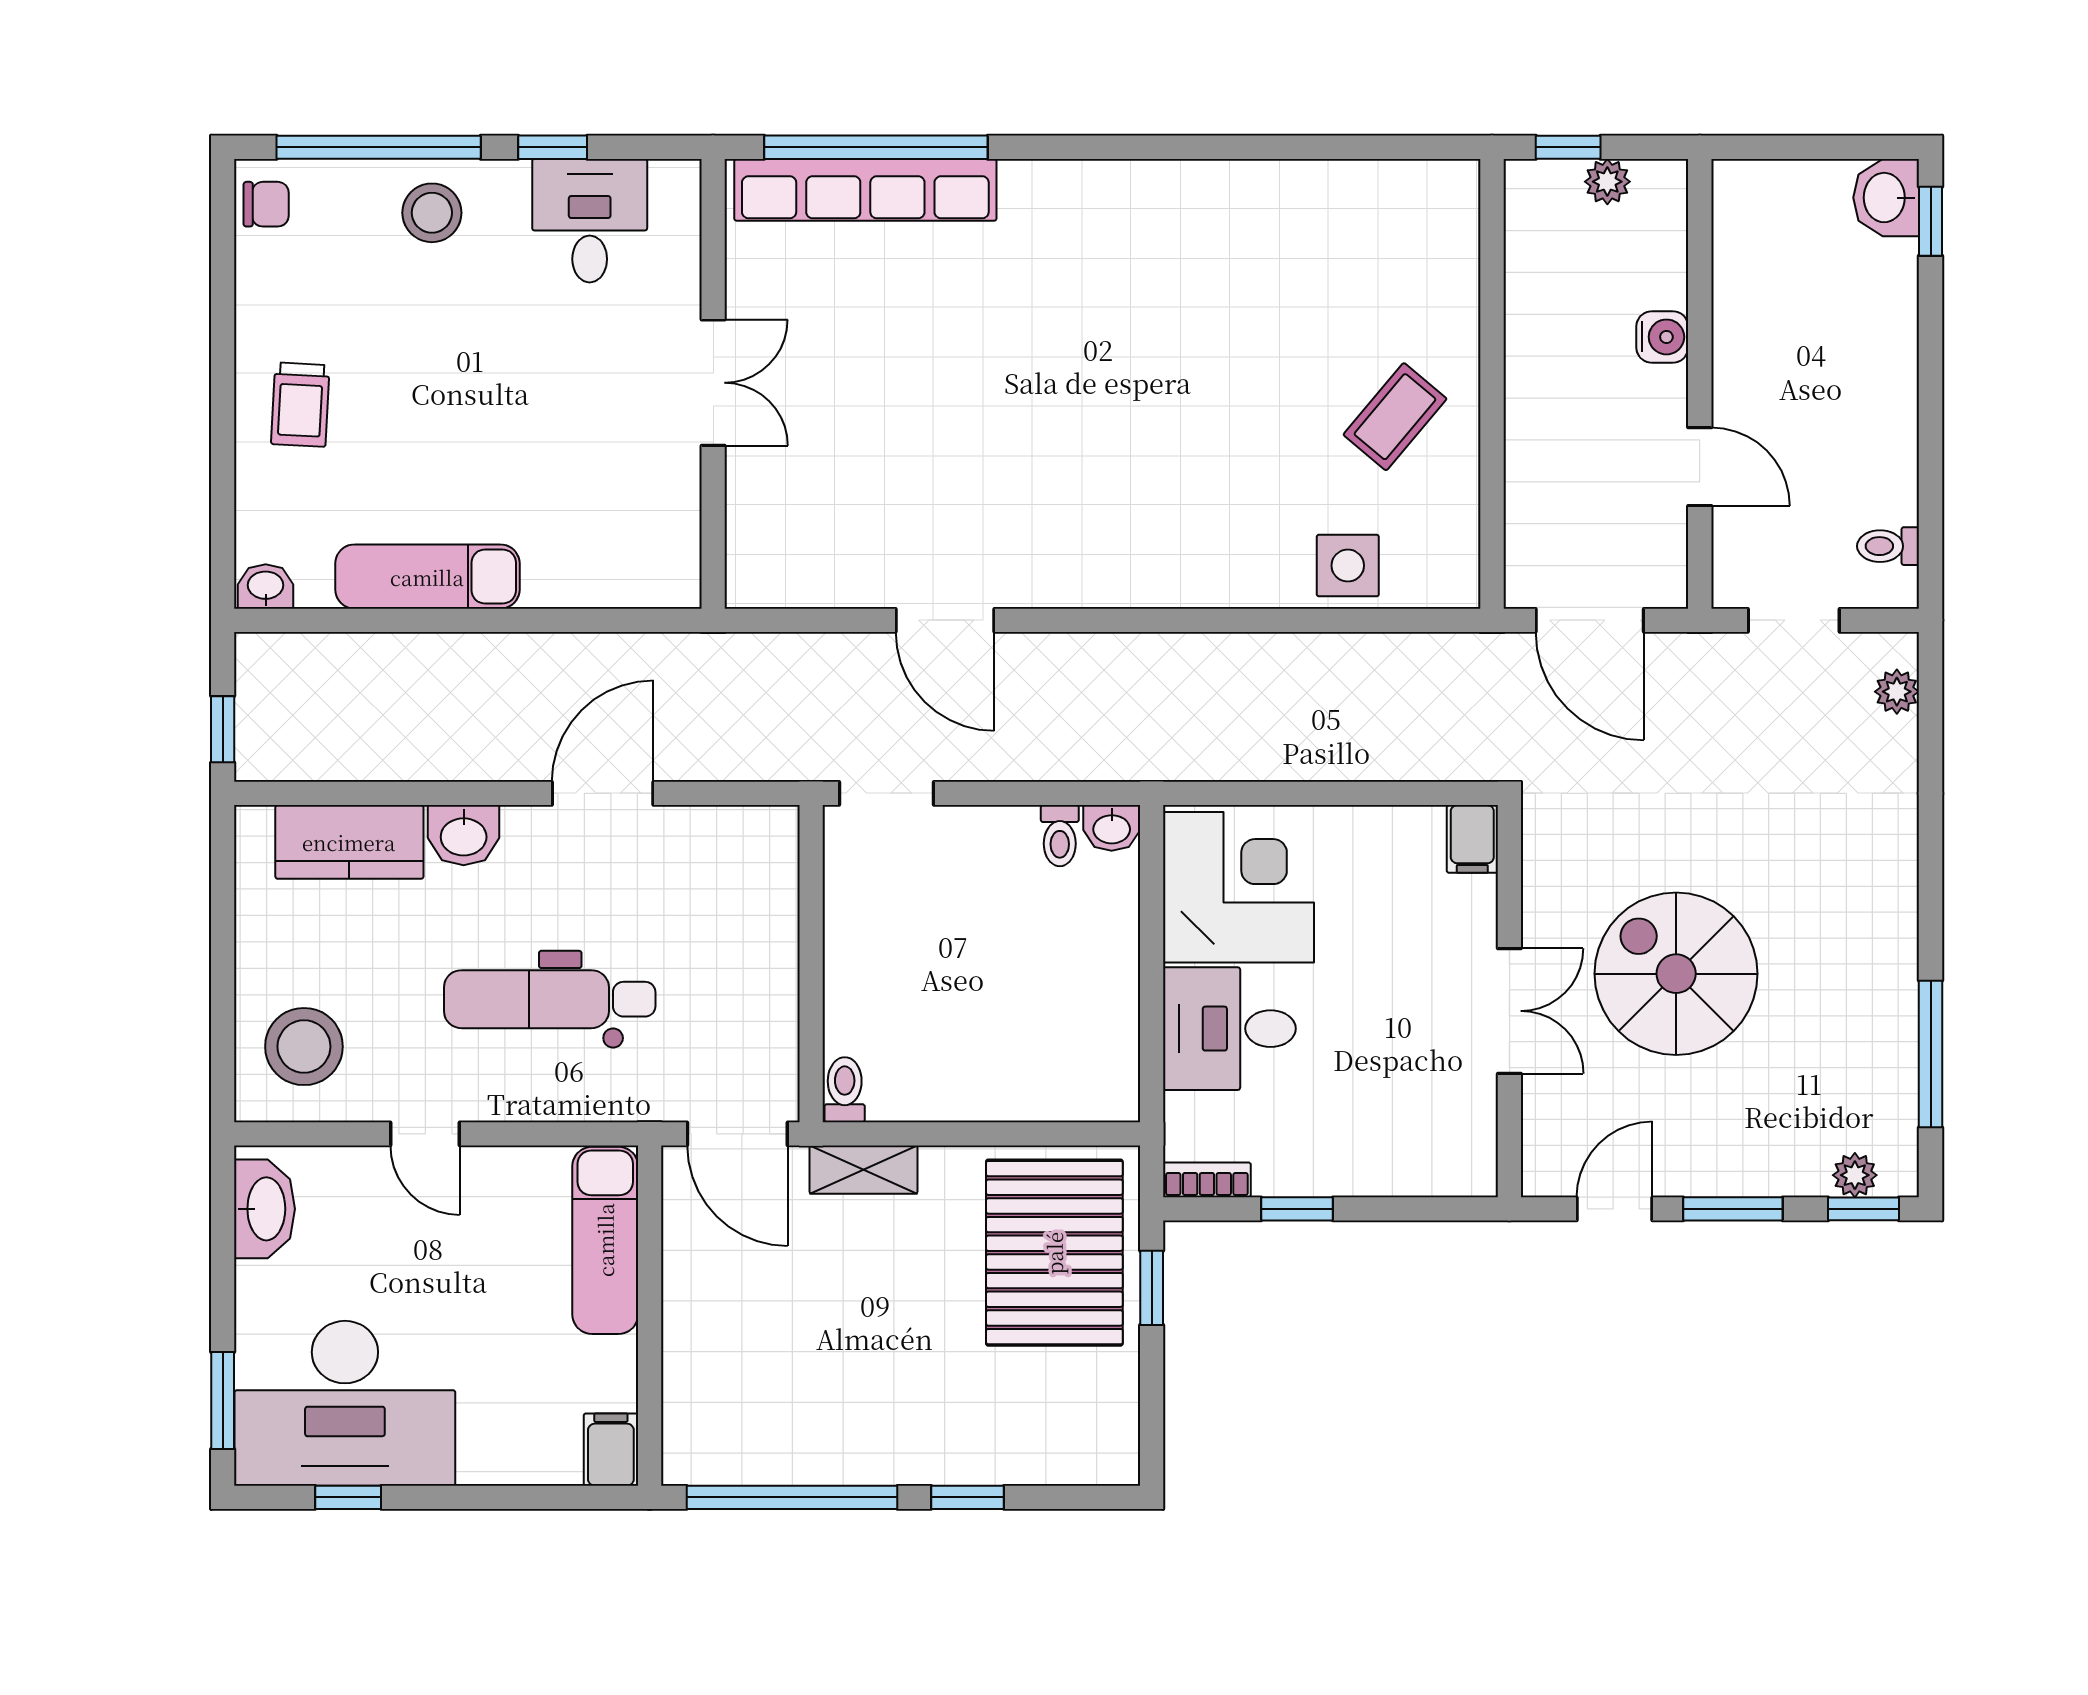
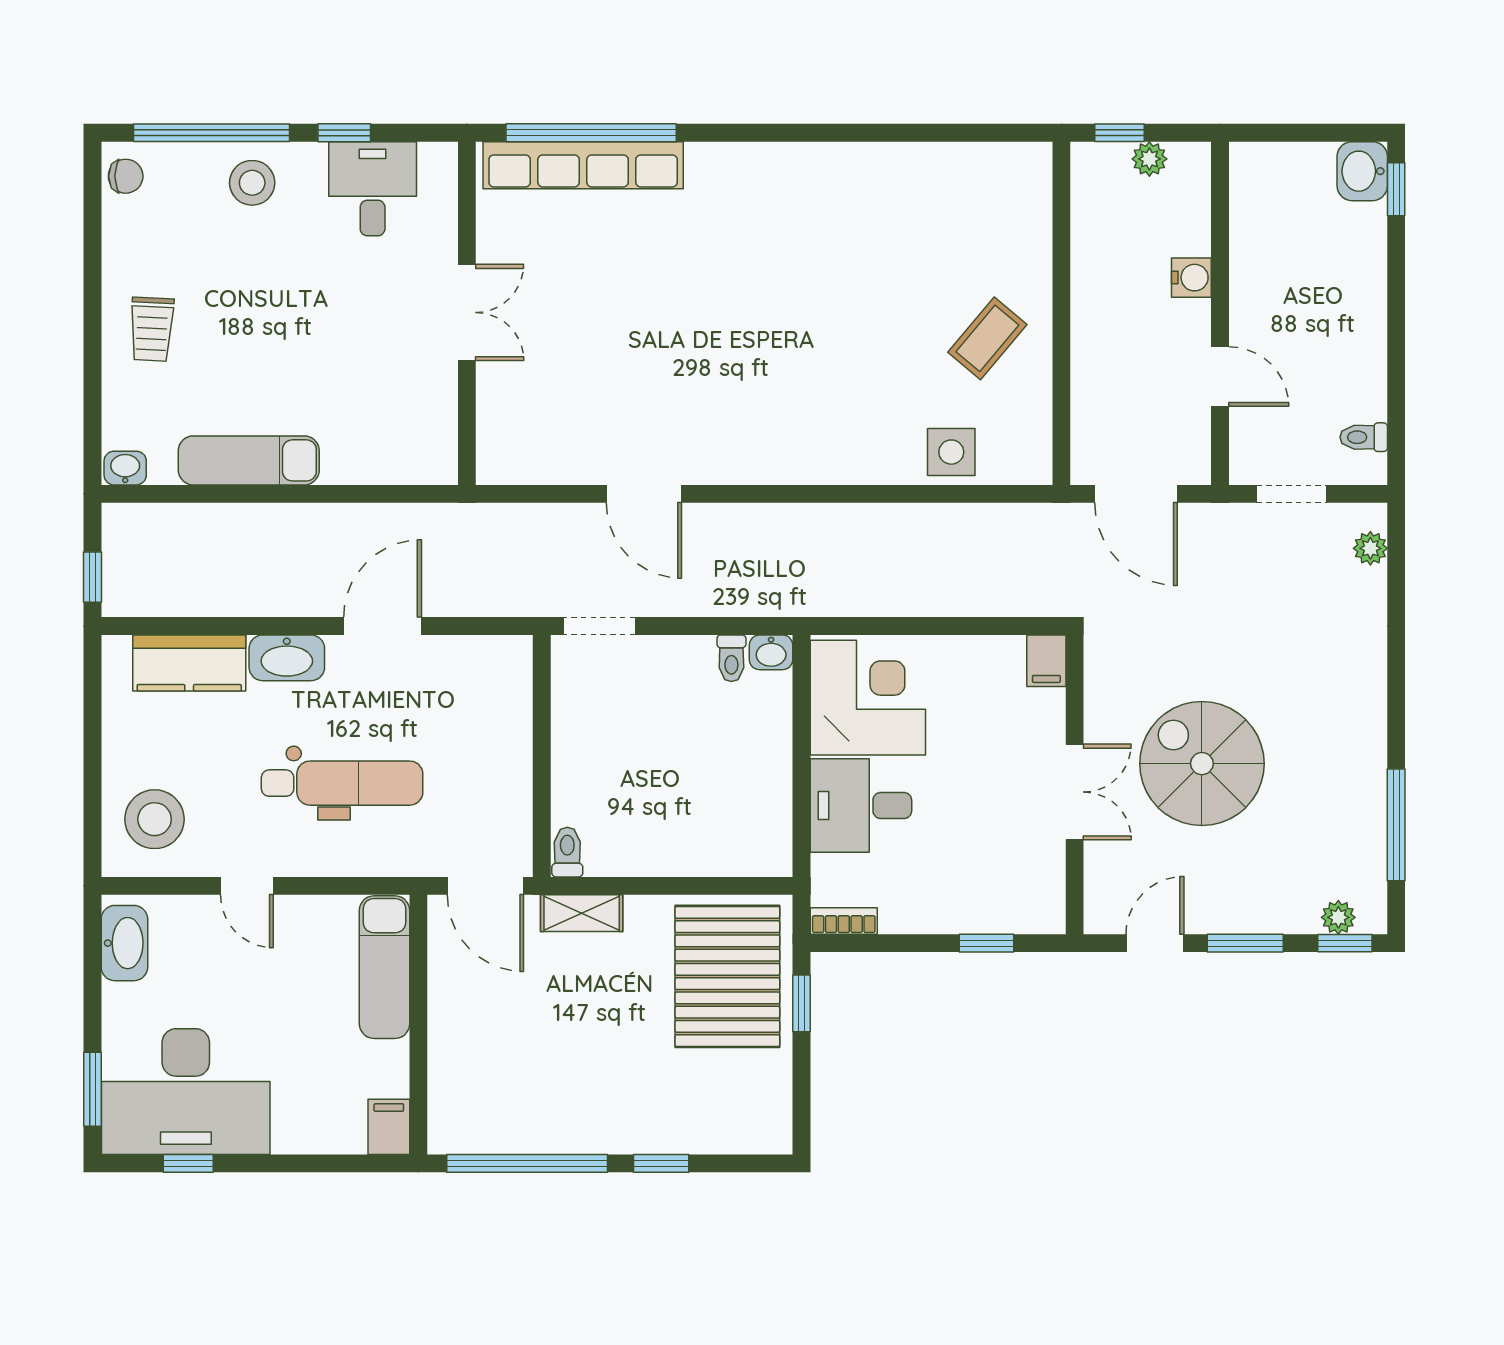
washbasin: (464, 835) -> (287, 658), width x1.38
dental chair: (550, 999) -> (342, 783), turned 180
window: (1297, 1209) -> (986, 943), moved

